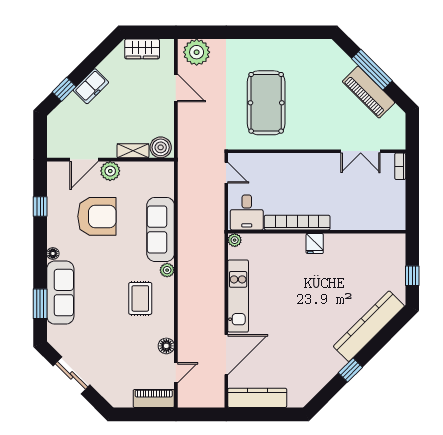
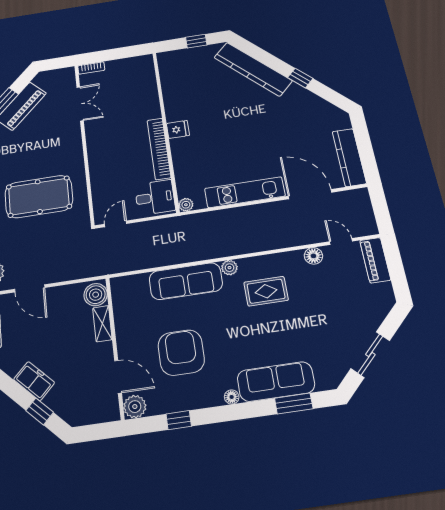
door: (176, 88) -> (30, 288), swing flipped
plant: (110, 171) -> (135, 407), moved

